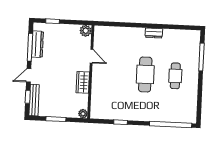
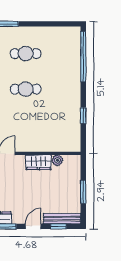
cafe table: (145, 74) -> (26, 89), width x0.73, depth x0.74
door: (29, 75) -> (33, 226), swing flipped
plant: (83, 114) -> (57, 160), moved

